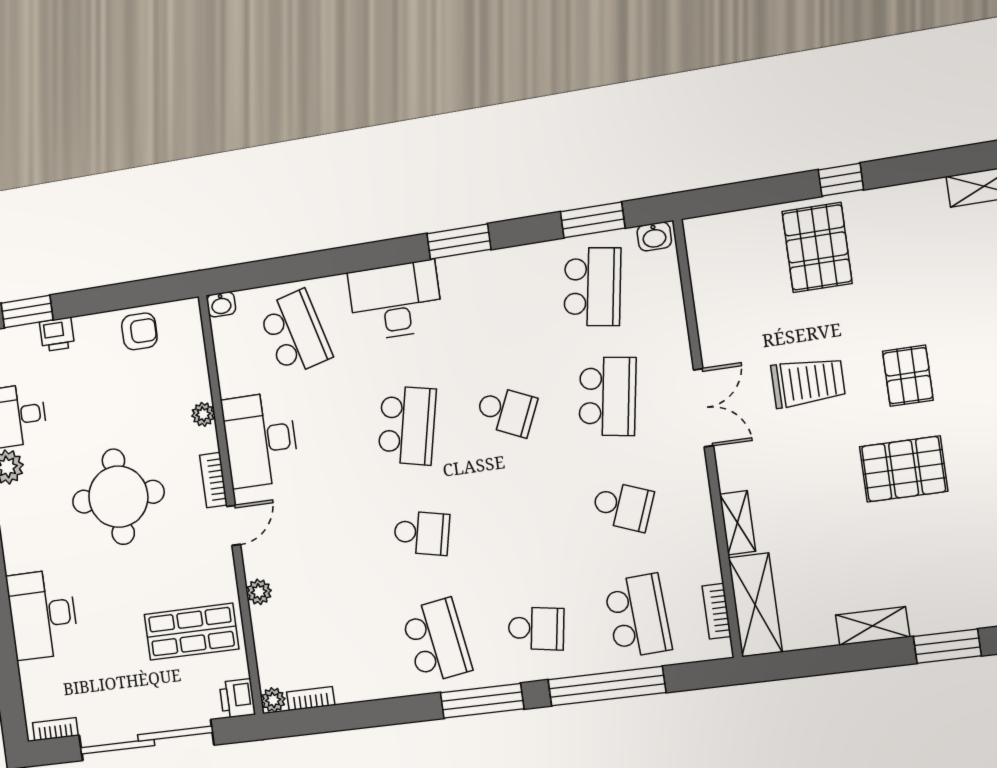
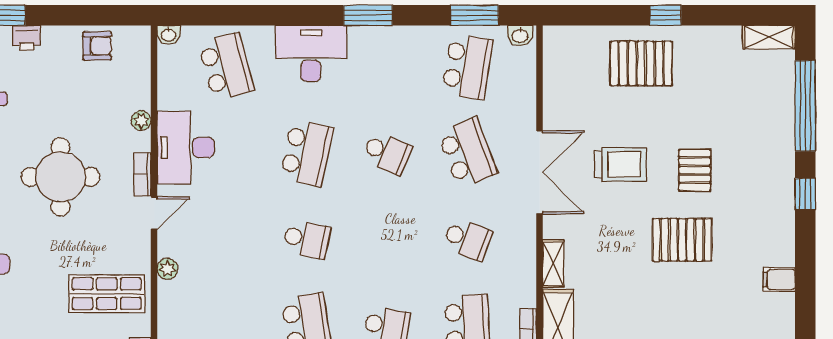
pallet: (817, 247) -> (641, 63), turned 90
school desk: (608, 396) -> (467, 153), turned -30
double door: (703, 408) -> (540, 172), width x1.37

